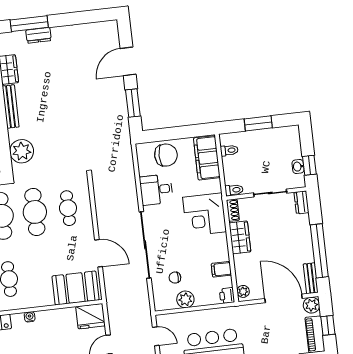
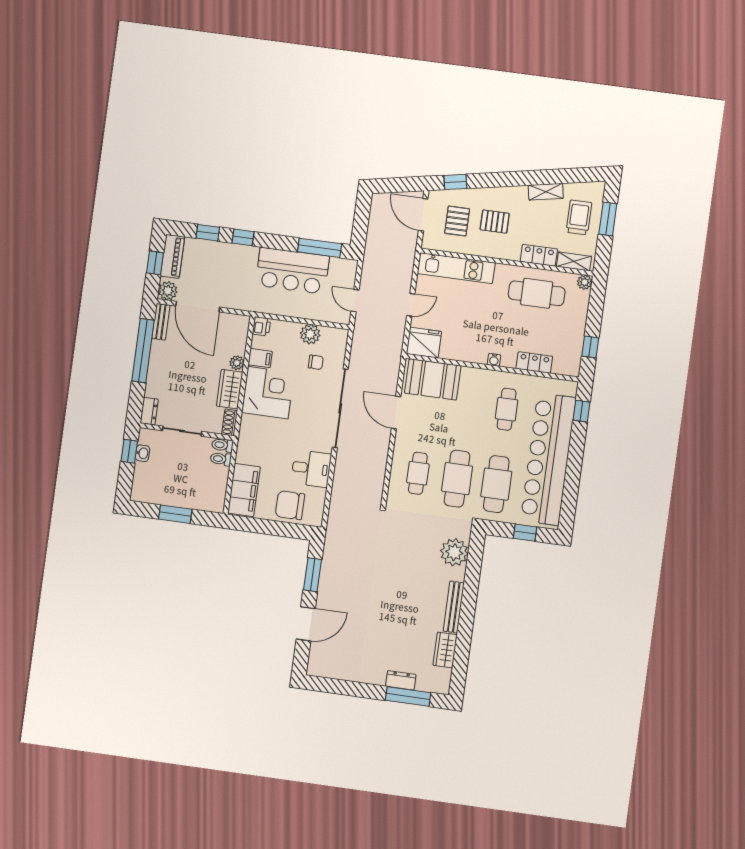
toilet: (229, 150) -> (221, 459), moved
corner desk: (205, 214) -> (268, 393), moved
plant: (243, 291) -> (237, 363), moved

